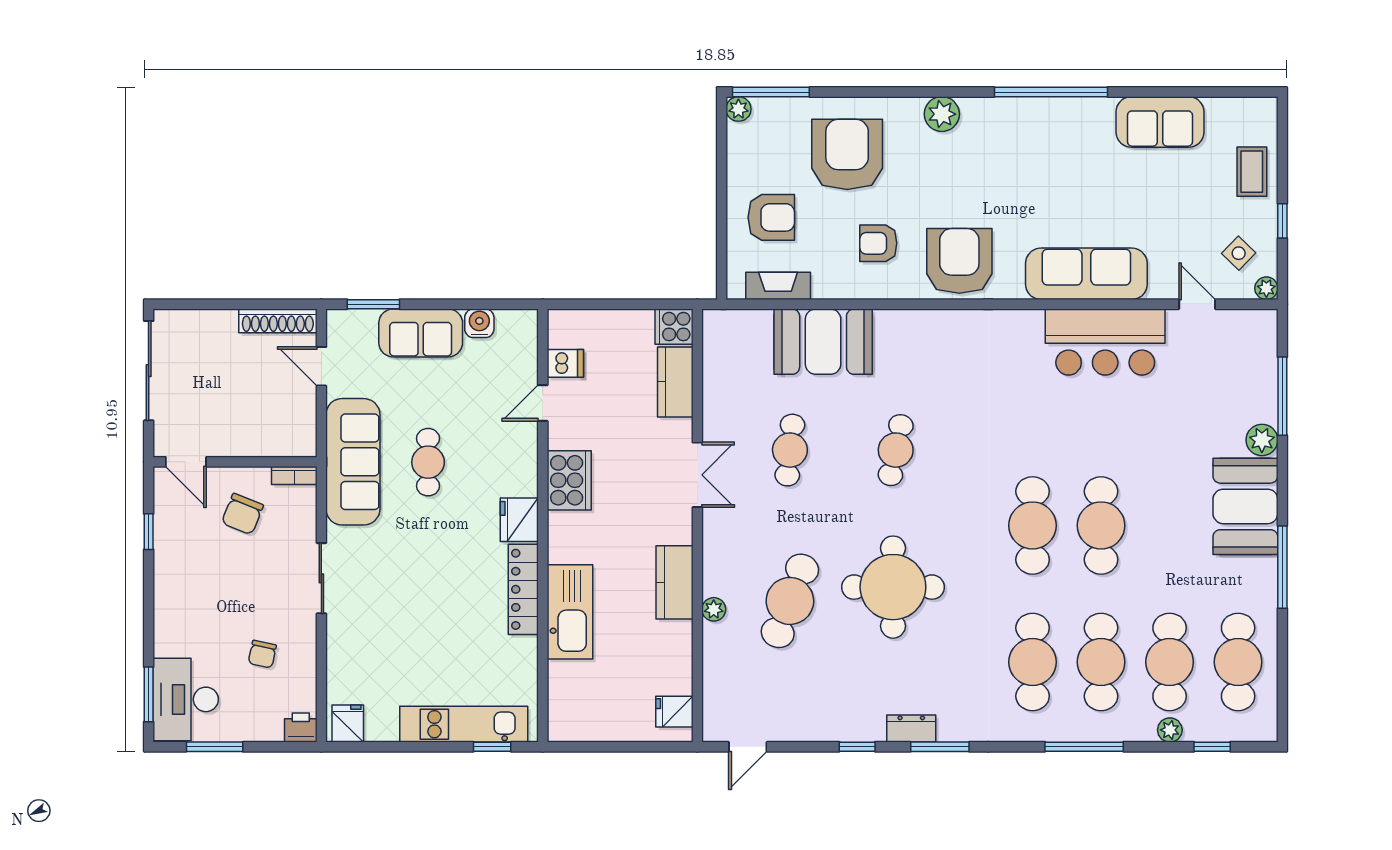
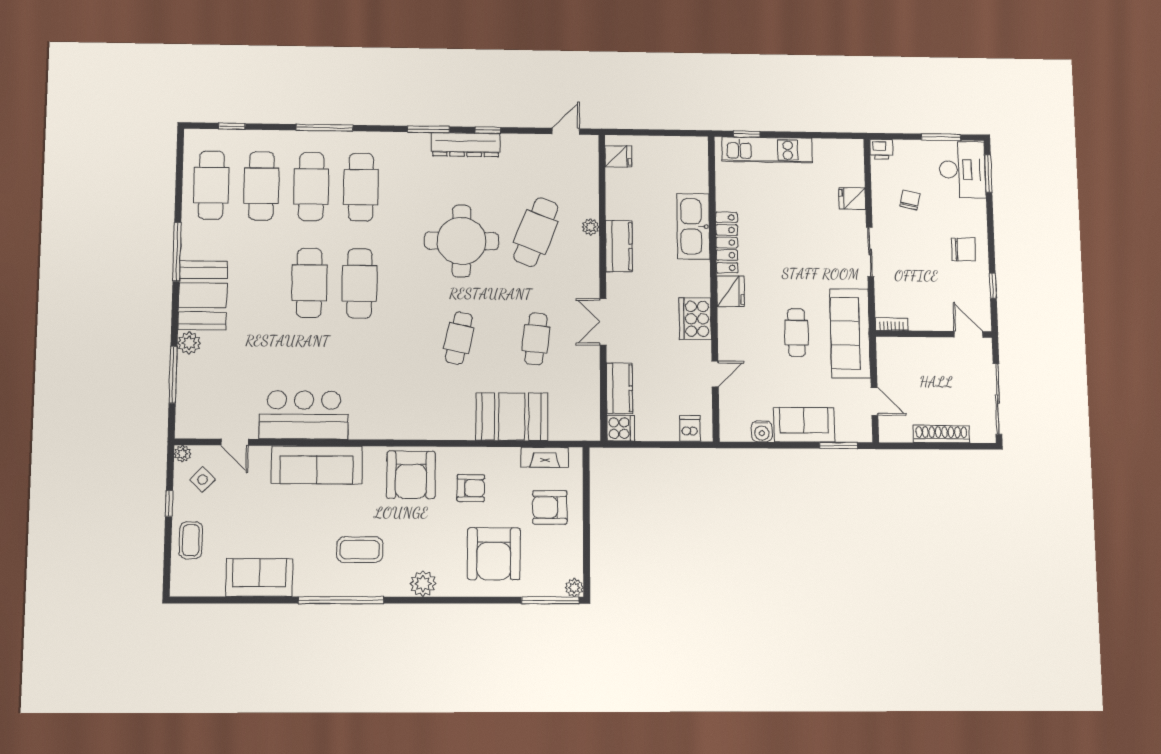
coffee table: (1027, 160) -> (360, 550), added
shoe rack: (278, 321) -> (941, 434), moved
dishwasher: (565, 363) -> (690, 428), moved, turned 90
chair: (242, 514) -> (964, 250), moved, turned 68
fridge: (348, 724) -> (852, 198), moved, turned 90
dresser: (911, 729) -> (466, 145), width x1.96, depth x1.24
plant: (1170, 730) -> (262, 138), removed

